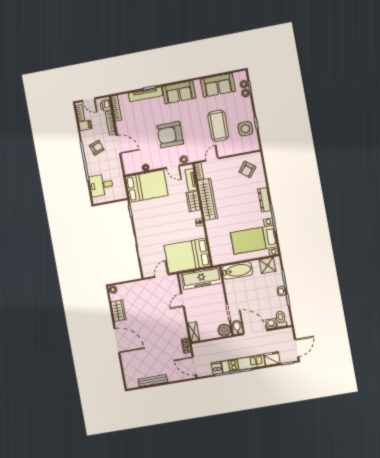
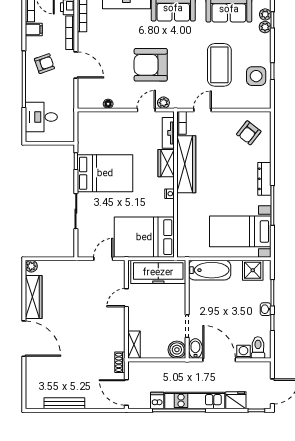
door: (173, 167) -> (146, 110), swing flipped
bed: (147, 186) -> (105, 173), moved
wardrobe: (118, 311) -> (34, 297), width x1.50

